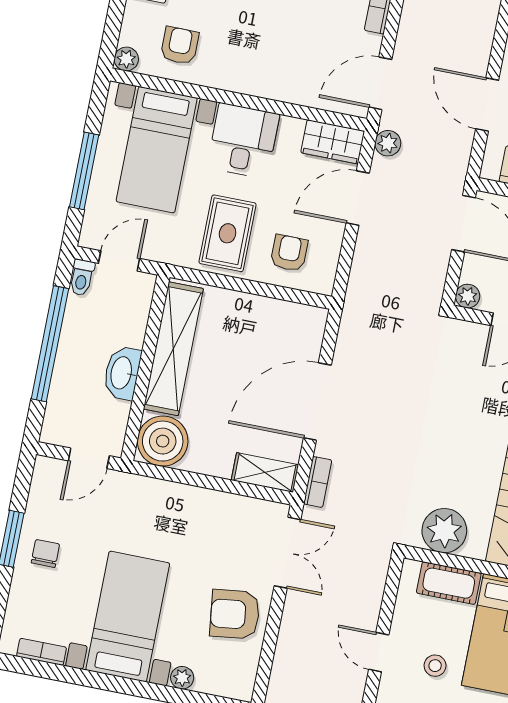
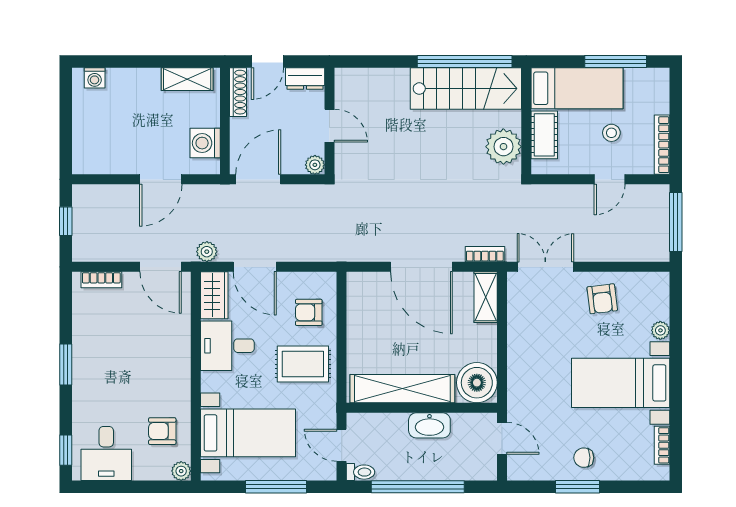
desk: (243, 141) -> (227, 346), moved
armchair: (235, 614) -> (602, 299), width x0.72, depth x0.72

